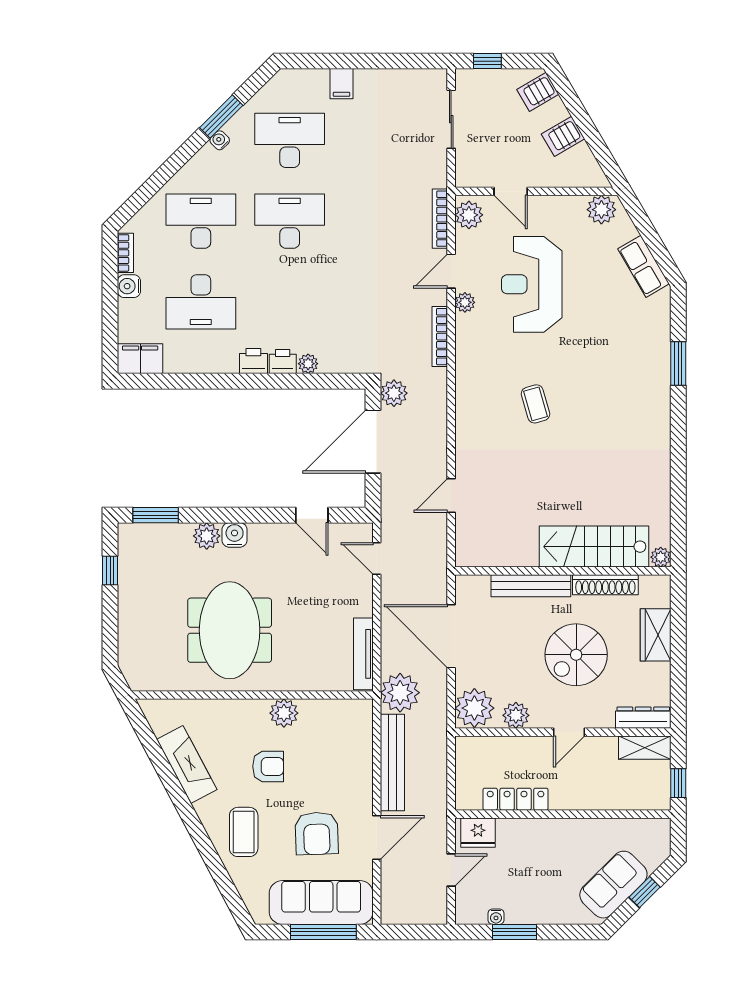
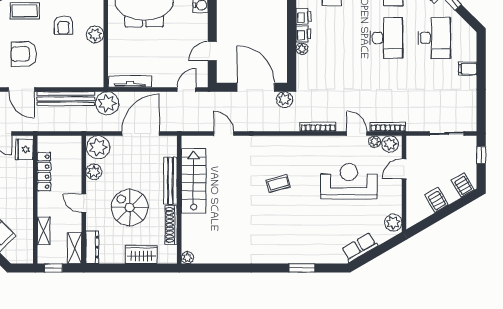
plant: (465, 302) -> (375, 142), moved
stairs: (594, 547) -> (194, 181), moved
shelving: (616, 800) -> (44, 231), added

